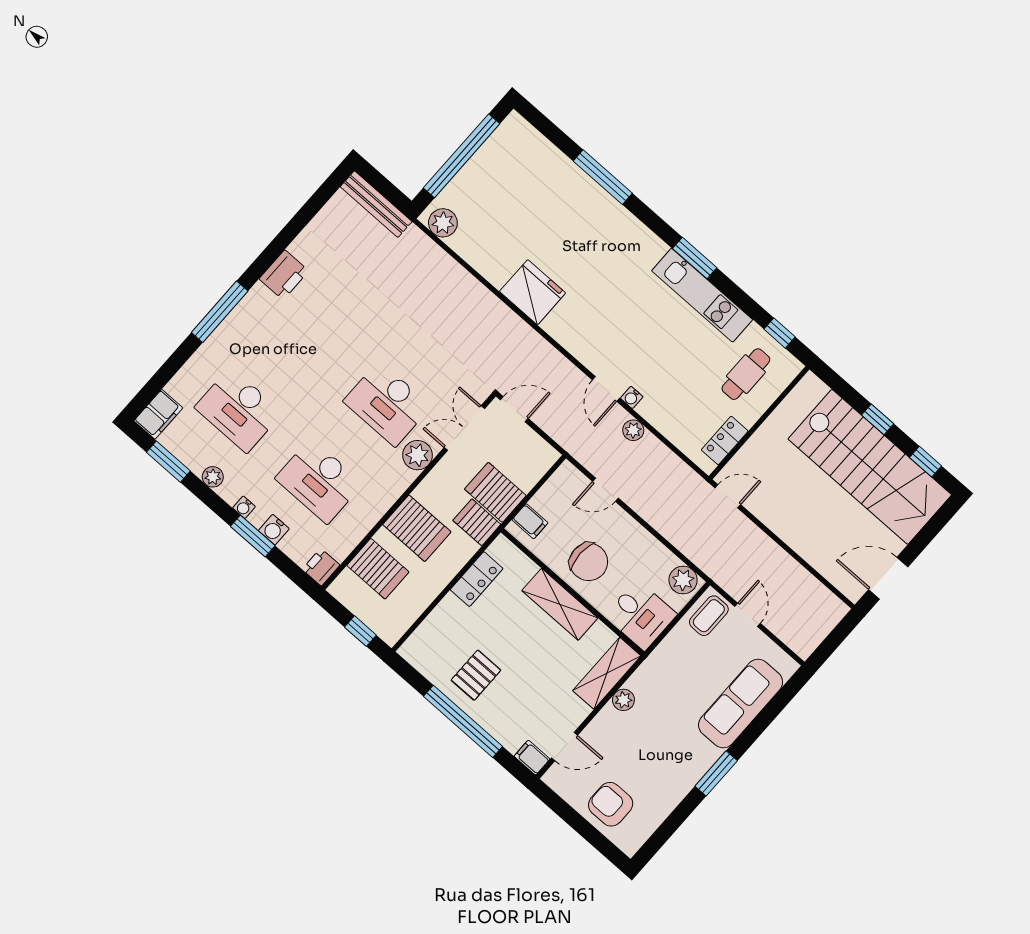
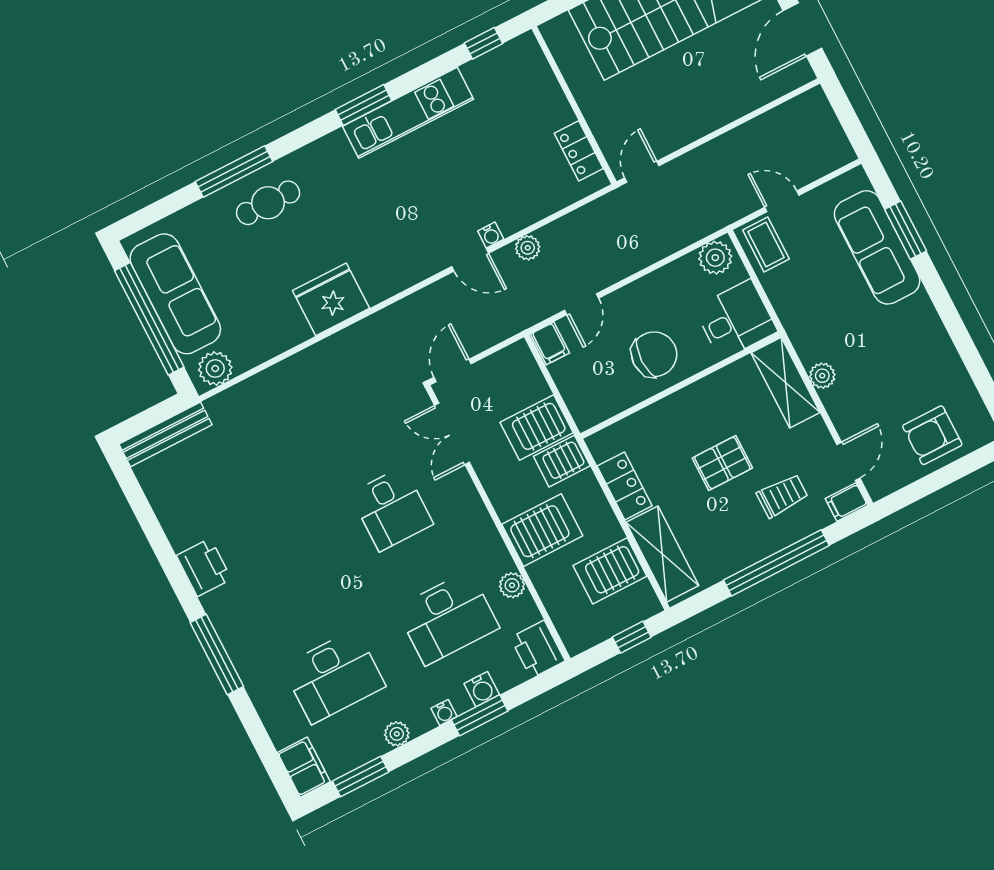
sofa: (489, 169) -> (175, 294), added
cafe table: (746, 374) -> (268, 203), moved, turned 90
desk: (387, 404) -> (391, 509), width x0.73
plant: (417, 455) -> (512, 585), moved, width x0.73, depth x0.73
filing cabinet: (530, 521) -> (550, 343), moved, turned 90
printer: (321, 567) -> (538, 649), width x1.36, depth x1.24
server rack: (378, 569) -> (610, 571), moved, turned 180
shelving: (560, 604) -> (662, 554), moved, turned 90
pallet: (476, 675) -> (722, 463), moved, turned 90
trolley: (517, 705) -> (782, 496), added
window: (716, 773) -> (906, 230), moved

